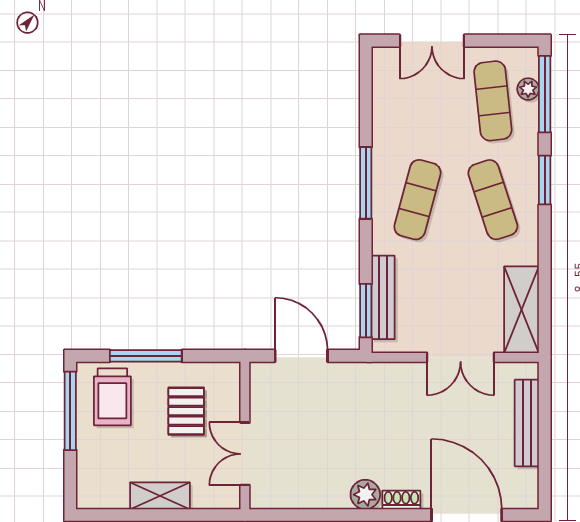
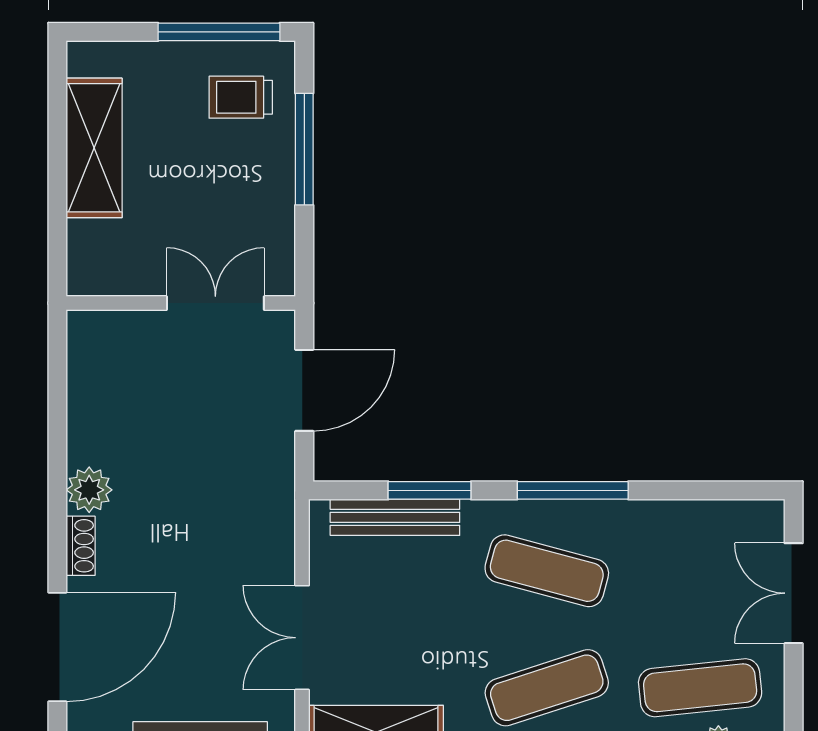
window: (366, 311) -> (430, 490), moved
trolley: (112, 397) -> (241, 97), width x0.73, depth x0.72
pallet: (186, 411) -> (219, 212), removed
double door: (245, 454) -> (215, 303), moved
shelving: (160, 496) -> (94, 148), width x1.50, depth x1.33

